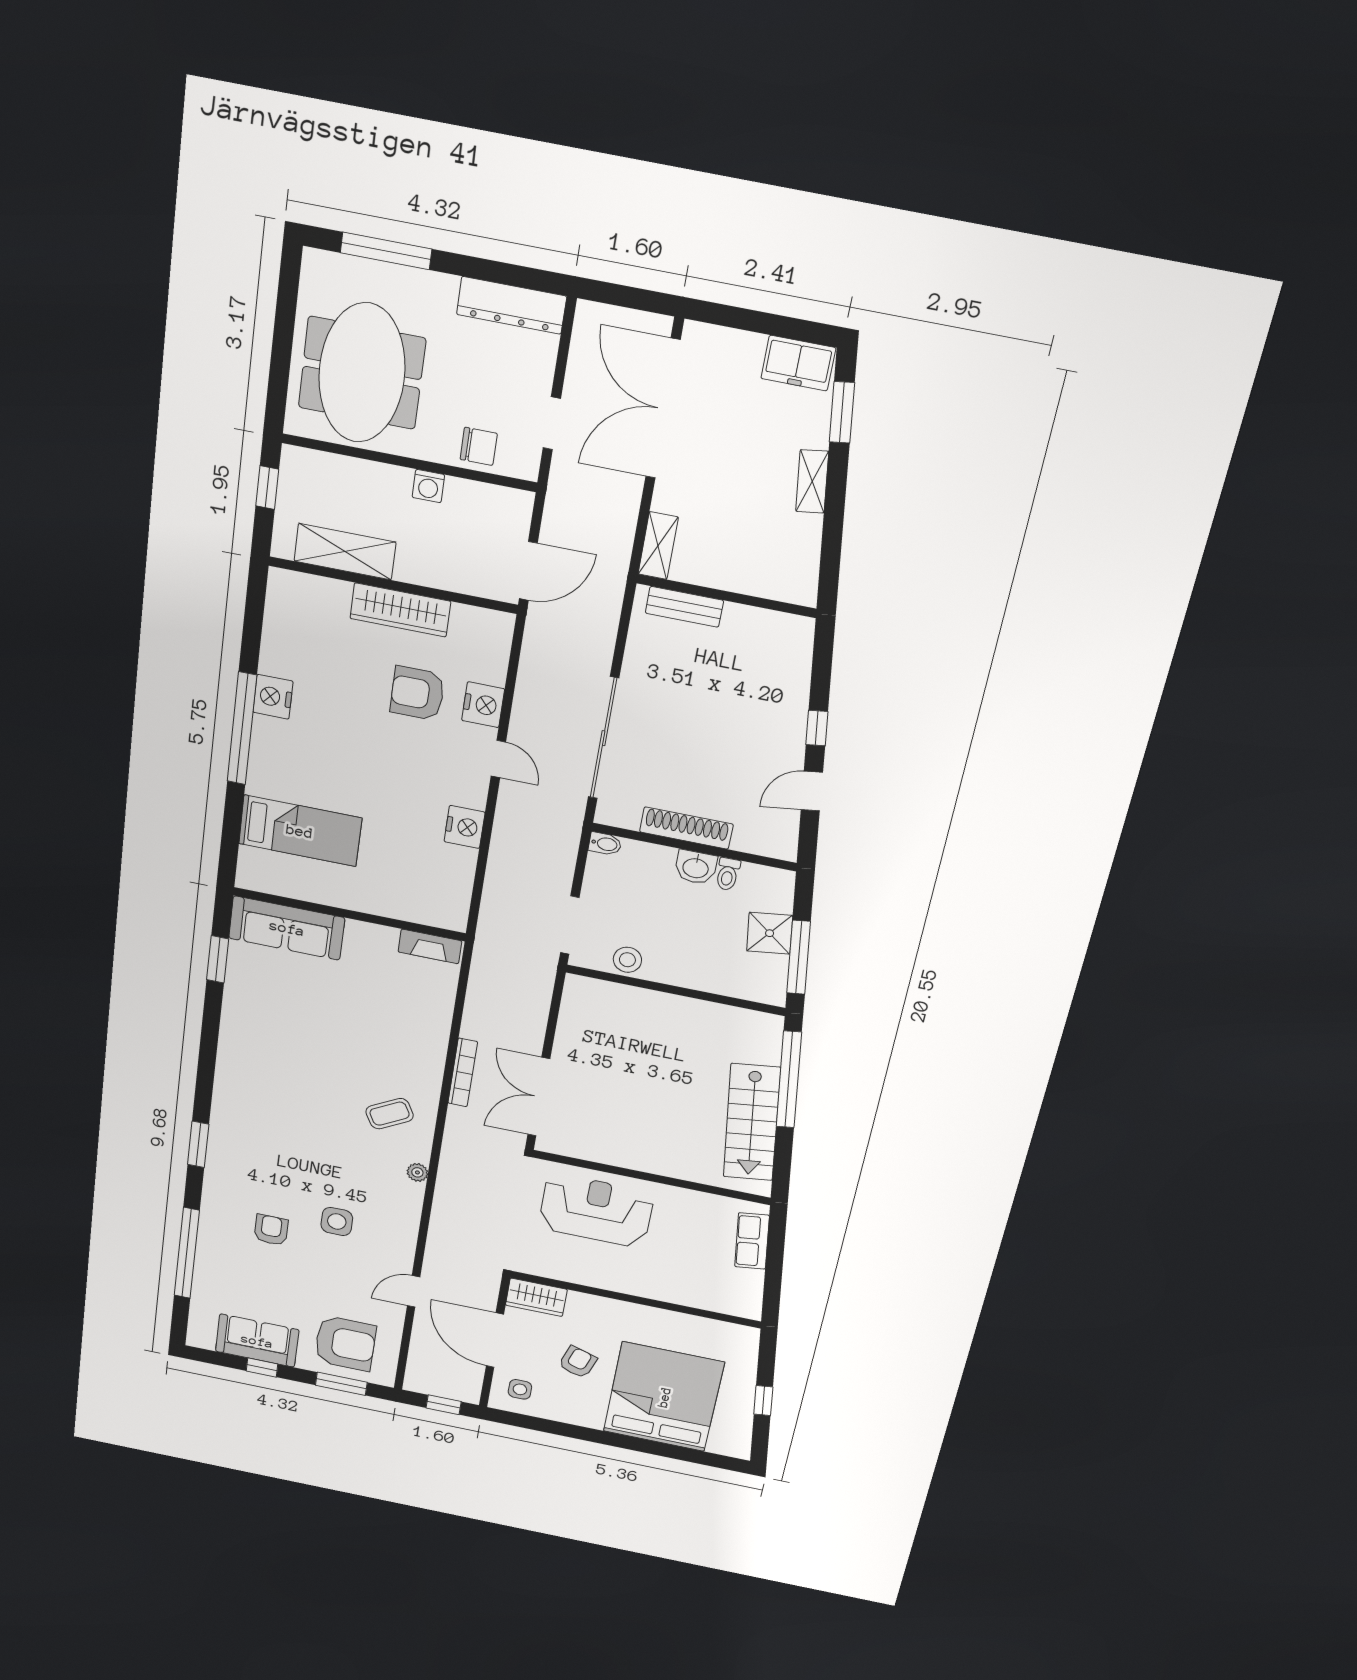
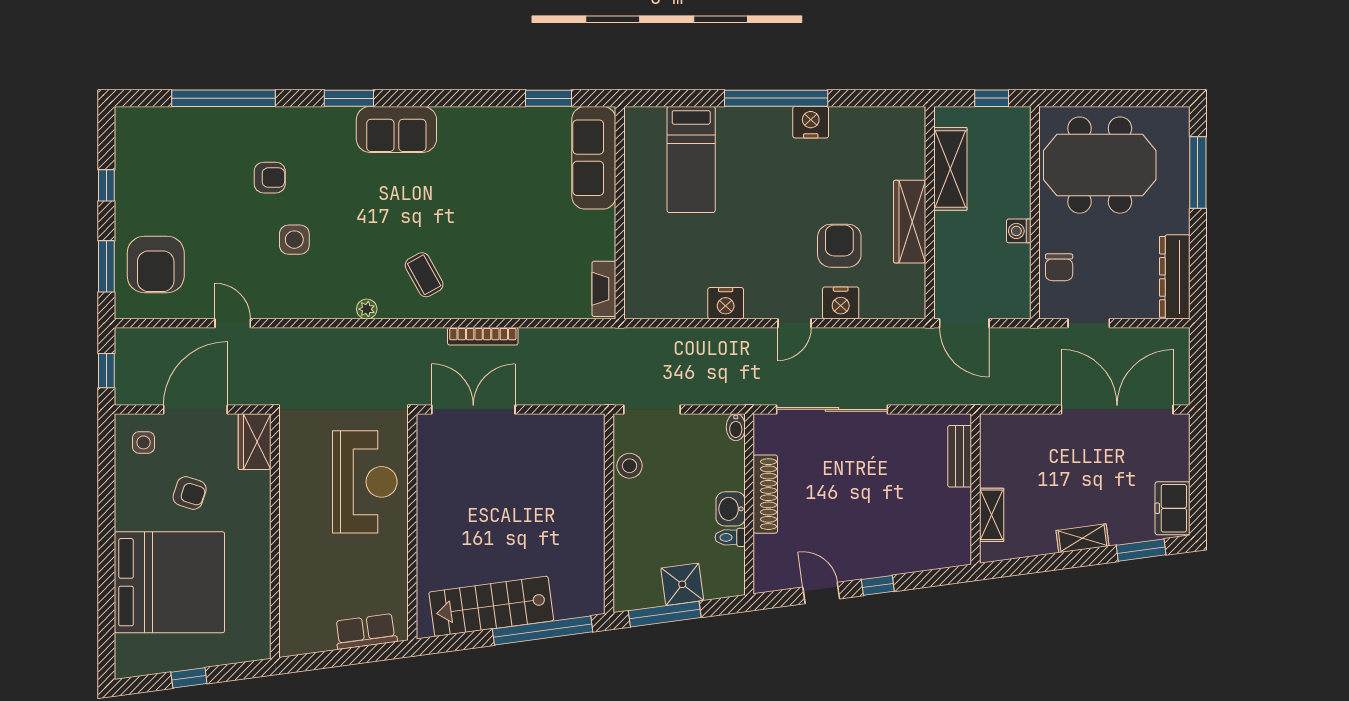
shelving: (658, 546) -> (992, 515), moved, turned 90
sofa: (257, 1341) -> (396, 129), moved, turned 90

